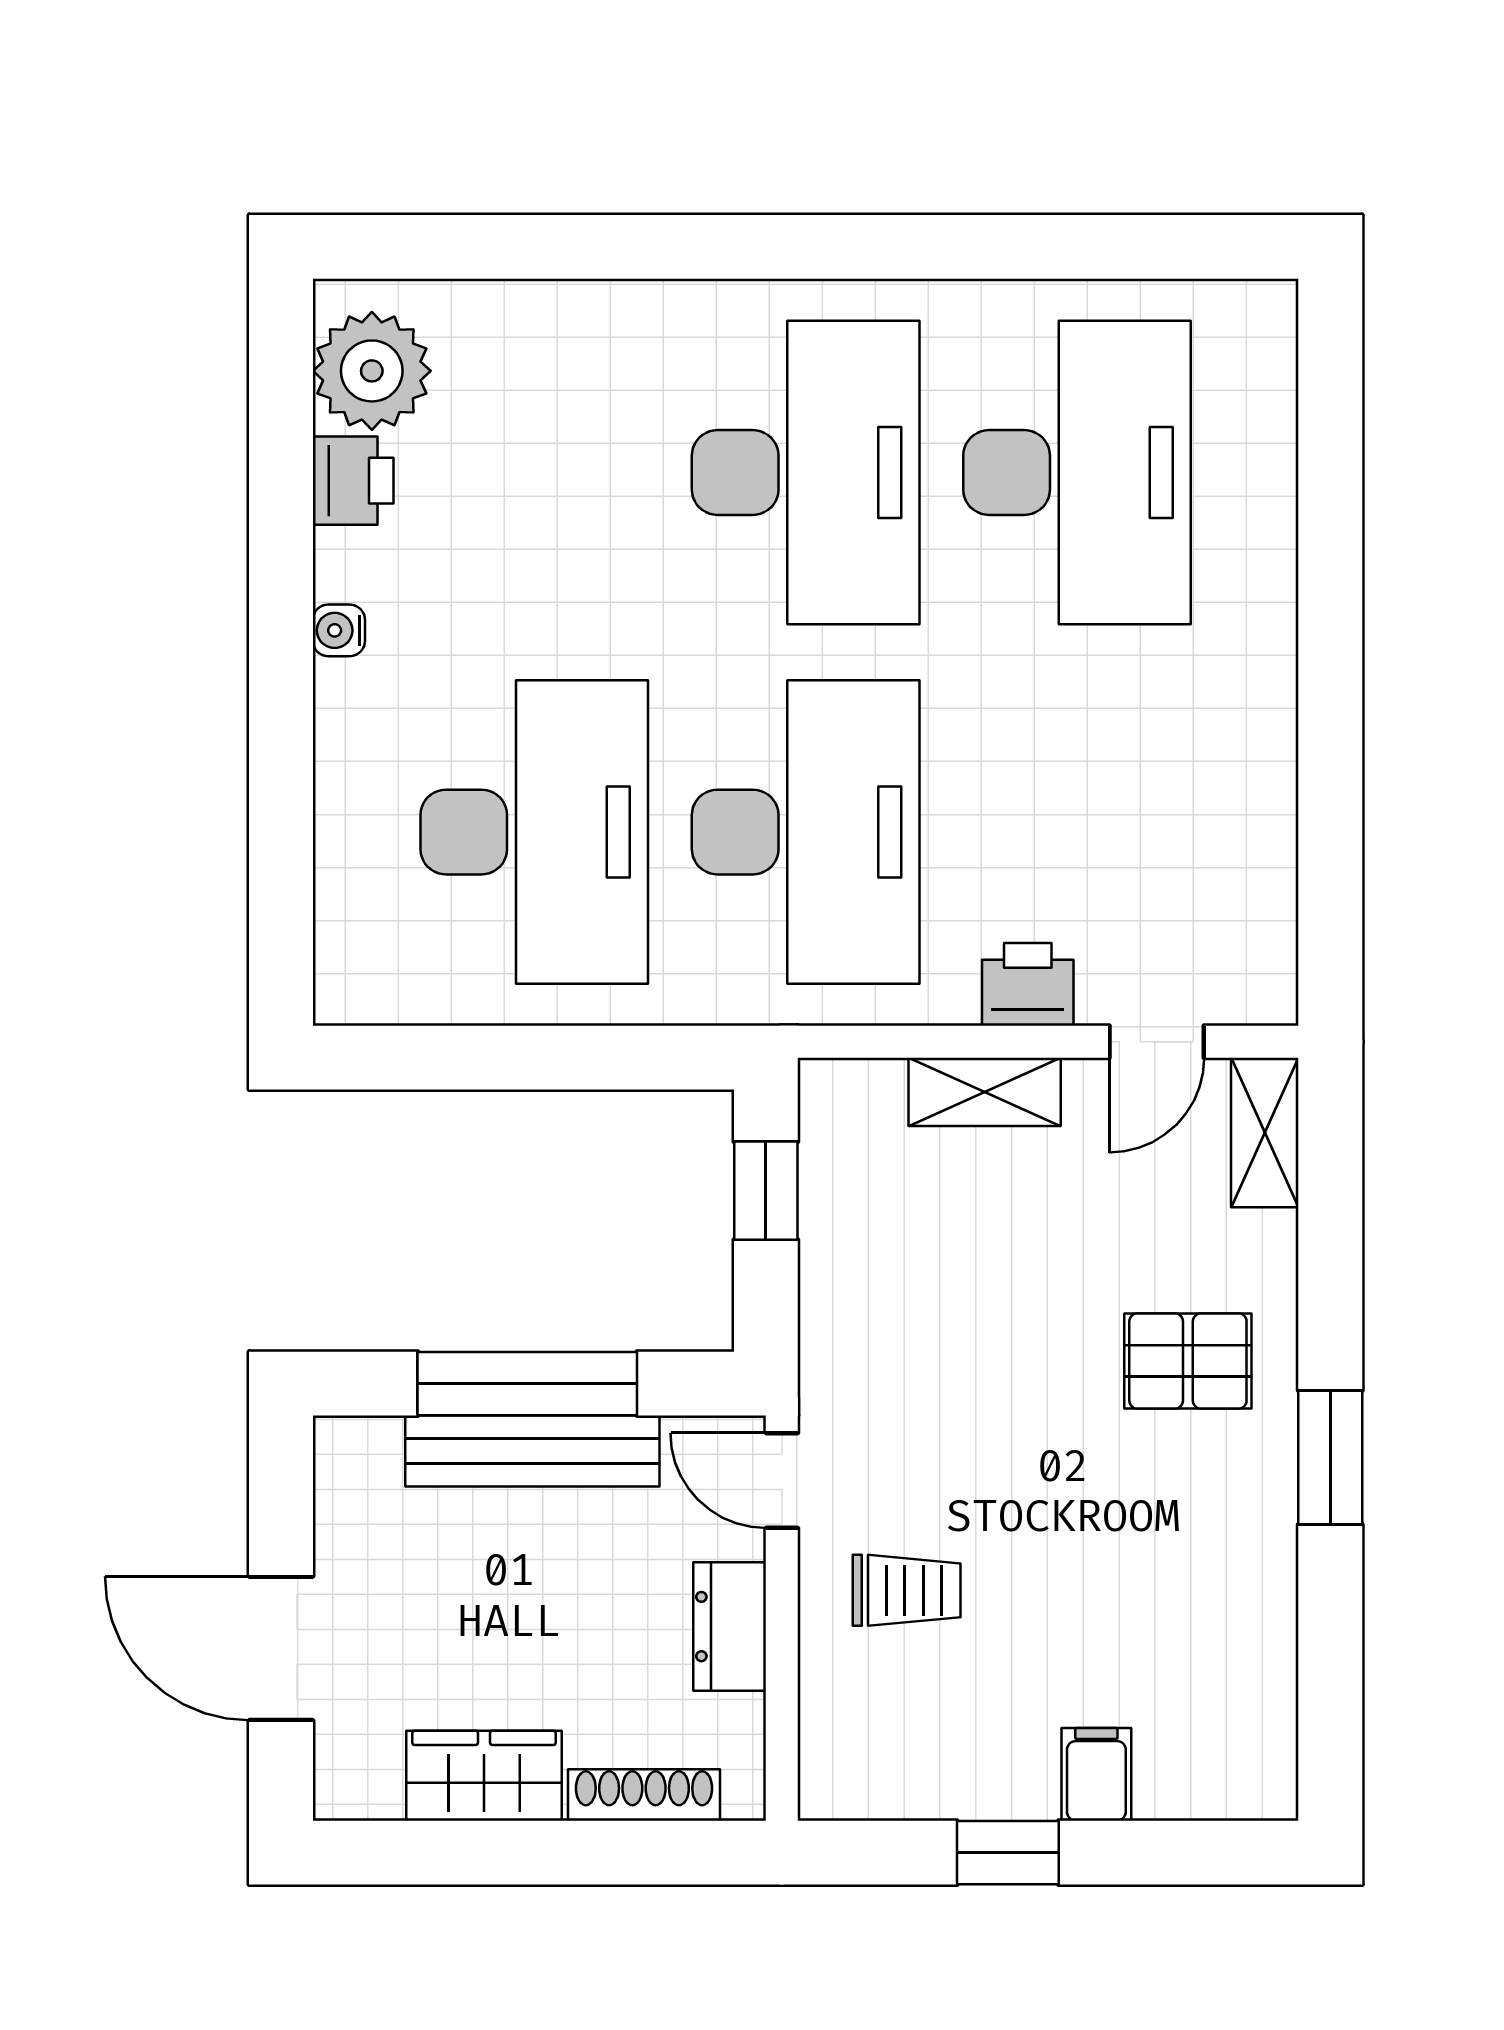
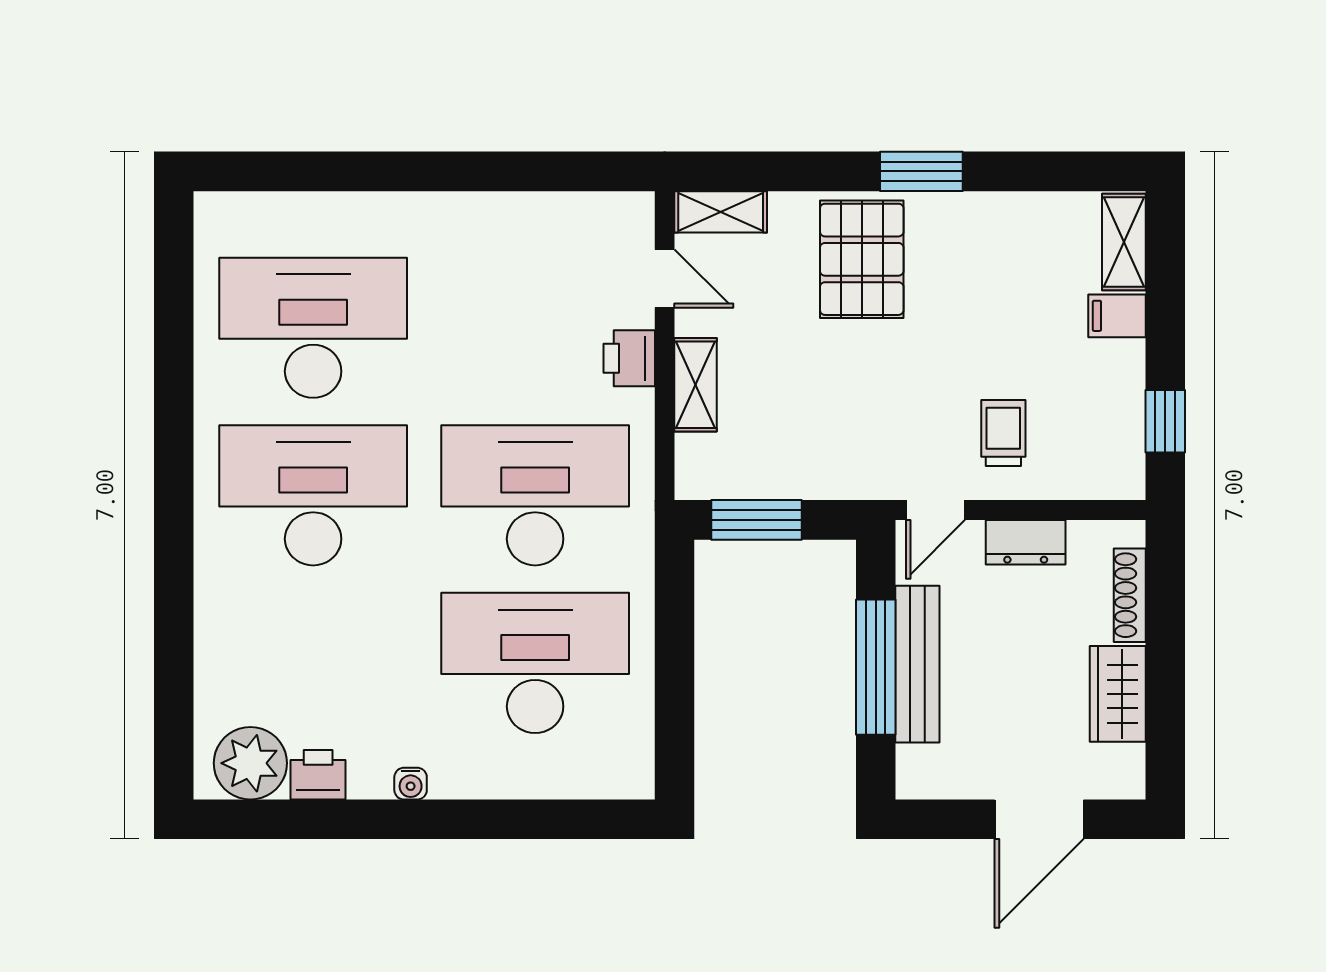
window: (766, 1191) -> (757, 520), width x1.50
pallet: (1188, 1361) -> (862, 259), width x1.50, depth x1.42
shelving: (1216, 1786) -> (1124, 242), added
window: (1008, 1853) -> (1165, 421), moved

